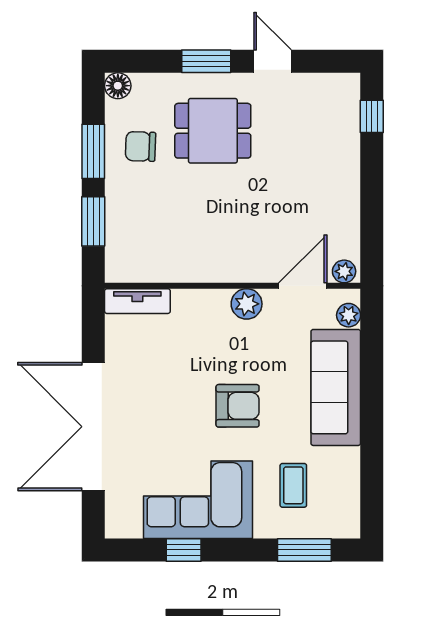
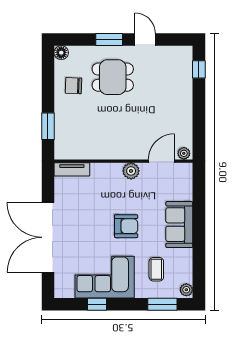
window: (93, 151) -> (48, 88), removed
plant: (349, 315) -> (186, 290), moved
sofa: (336, 387) -> (179, 225), width x0.73

